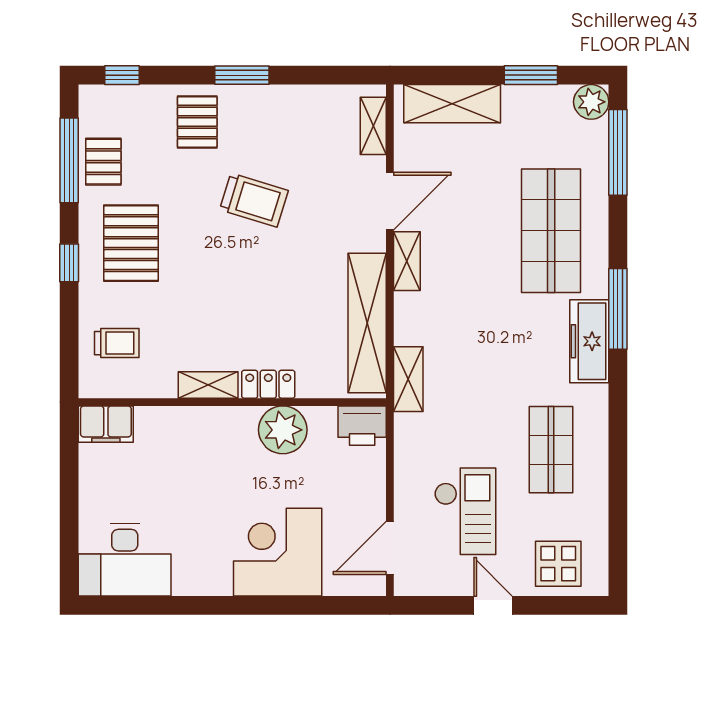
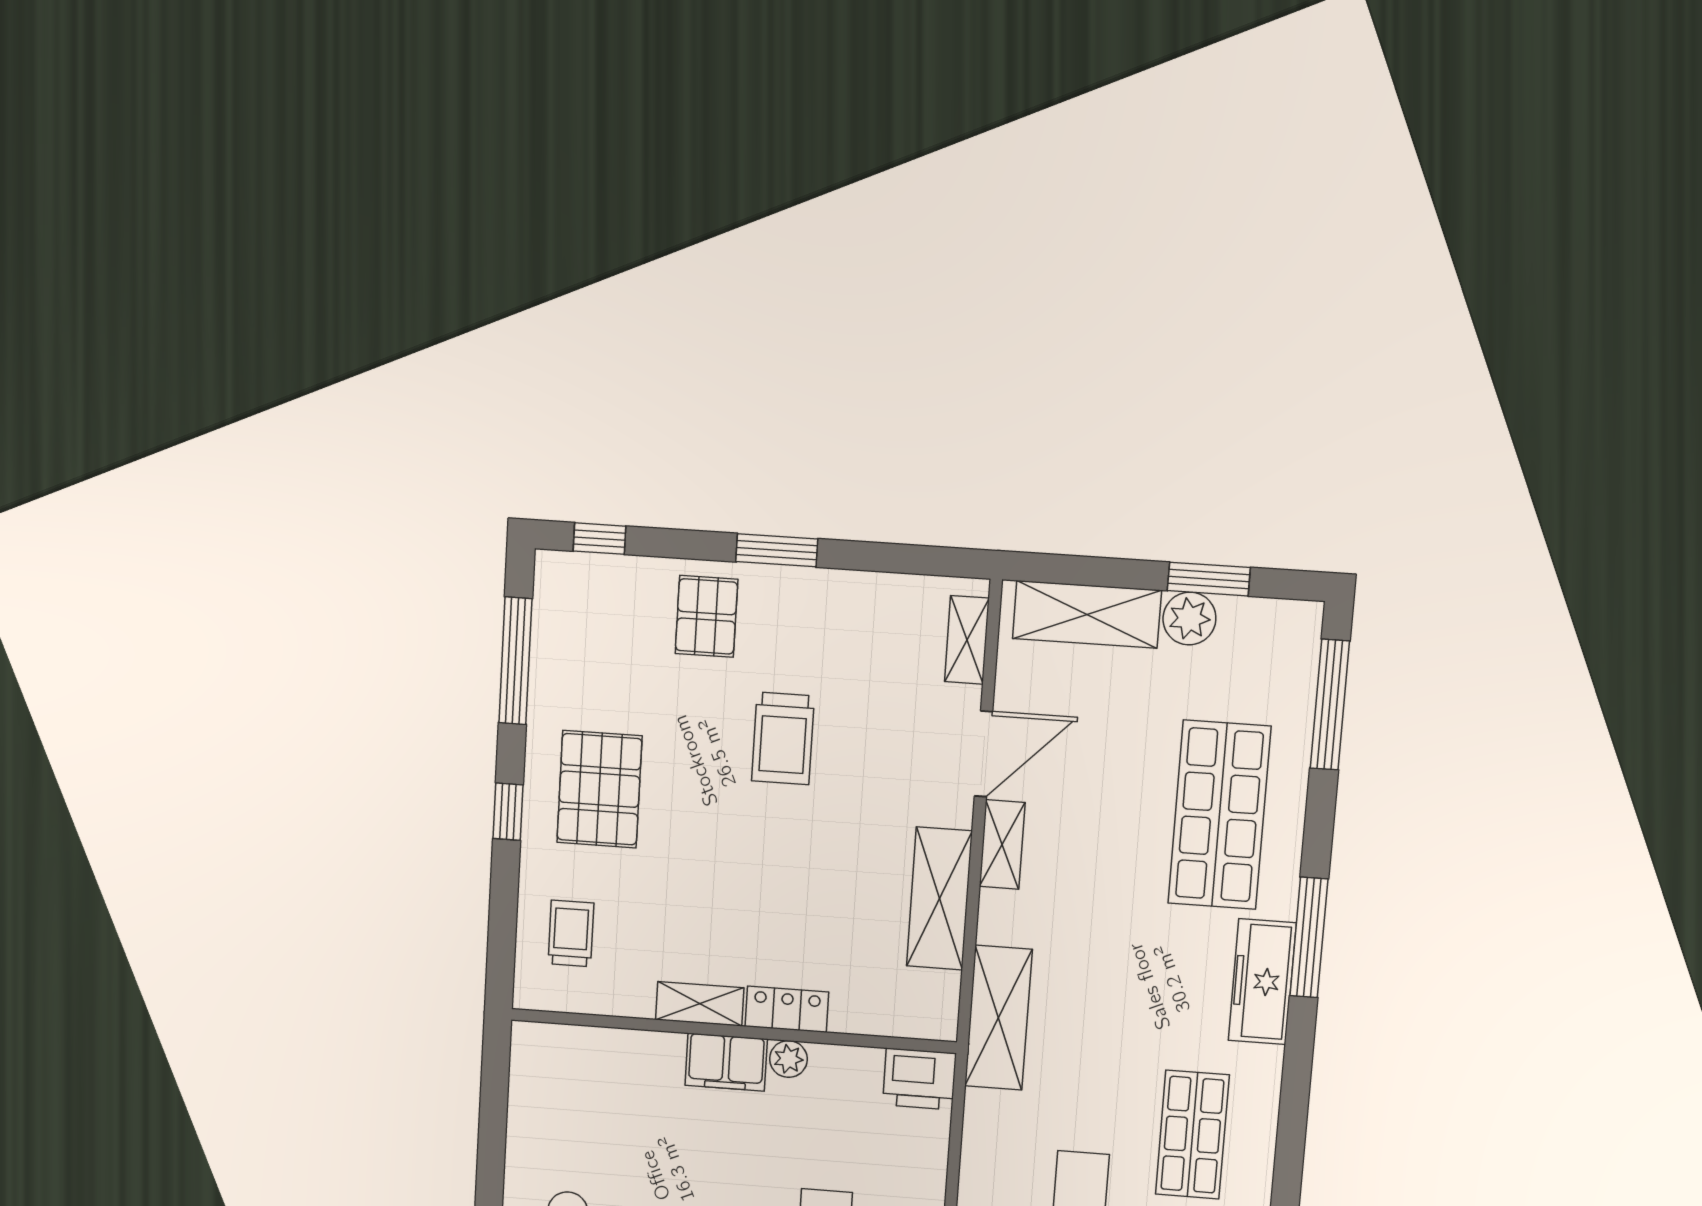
plant: (591, 102) -> (1189, 619), moved
pallet: (103, 162) -> (565, 666), removed
trolley: (254, 200) -> (783, 738), turned 73
shelving: (367, 323) -> (939, 899), width x0.68
trolley: (117, 343) -> (571, 933), turned -90
shelving: (408, 379) -> (998, 1018), width x1.50, depth x1.33
filing cabinet: (106, 424) -> (726, 1062), moved
plant: (283, 430) -> (788, 1059), width x0.53, depth x0.53

